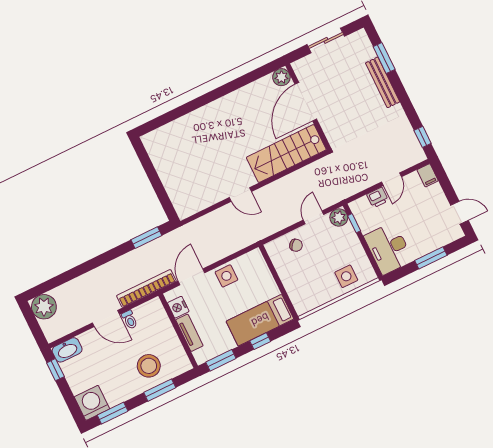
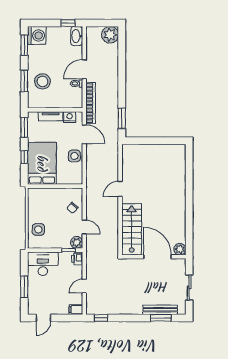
bench: (383, 82) -> (160, 310), moved
door: (391, 179) -> (84, 286), hinge flipped
printer: (378, 198) -> (77, 259), moved
bed: (260, 320) -> (42, 163), width x1.50

